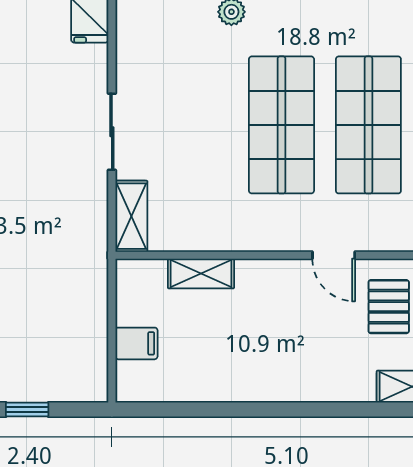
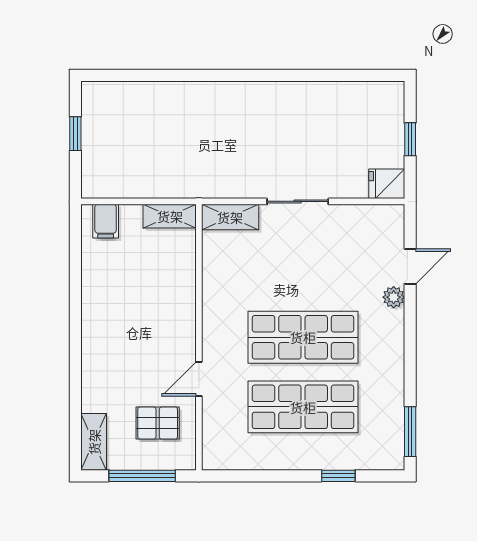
shelving: (201, 274) -> (170, 216), moved, turned 90
filing cabinet: (136, 343) -> (106, 221), moved

